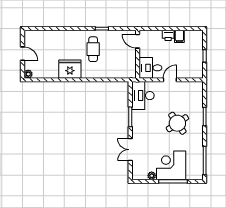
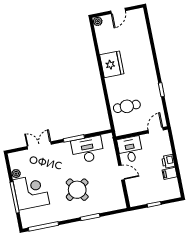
cafe table: (93, 49) -> (127, 106), moved
desk: (143, 96) -> (88, 150), moved

